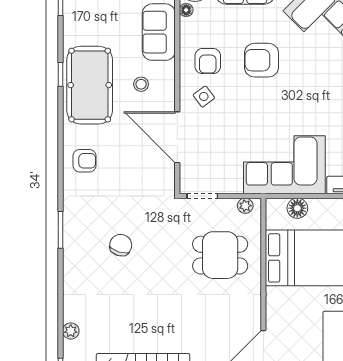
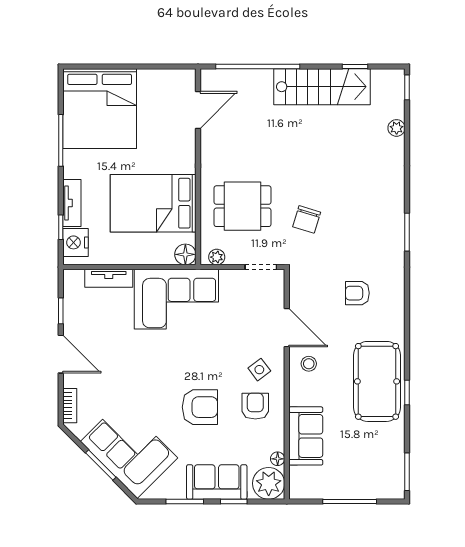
stool: (141, 84) -> (309, 364), moved
door: (177, 137) -> (287, 328), width x0.73
armchair: (84, 161) -> (357, 293), moved
floor lamp: (297, 208) -> (185, 254), moved
chair: (121, 245) -> (307, 219), moved

